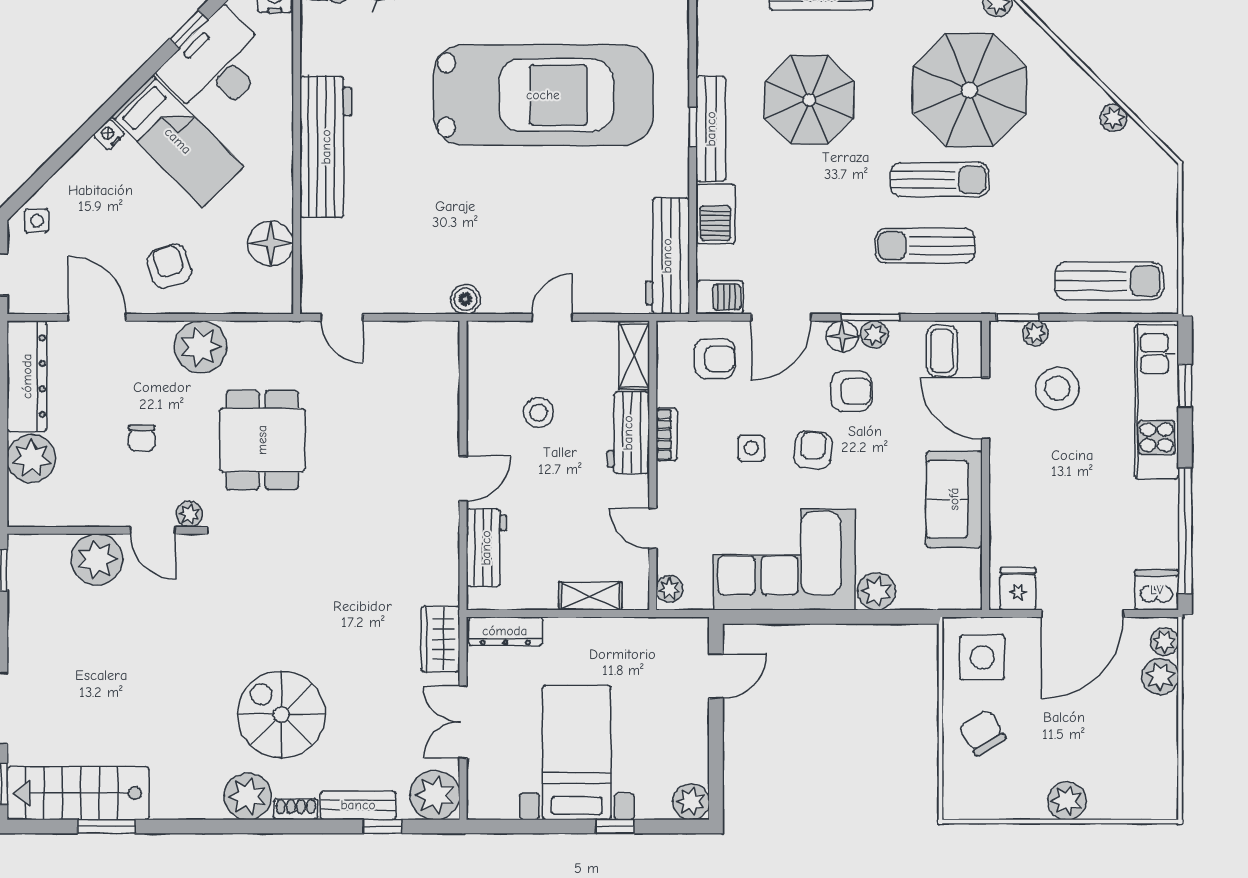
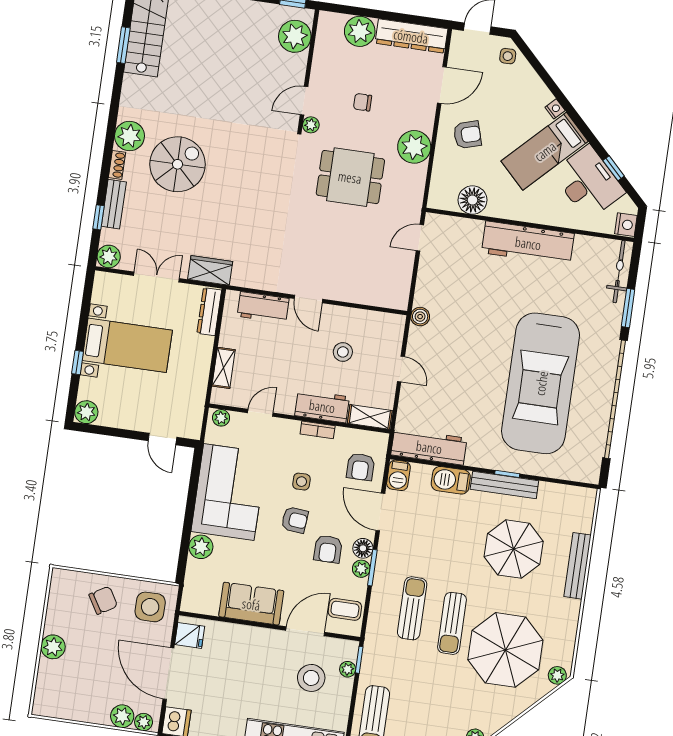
plant: (97, 559) -> (295, 36), moved
plant: (435, 795) -> (109, 256), width x0.73, depth x0.73

